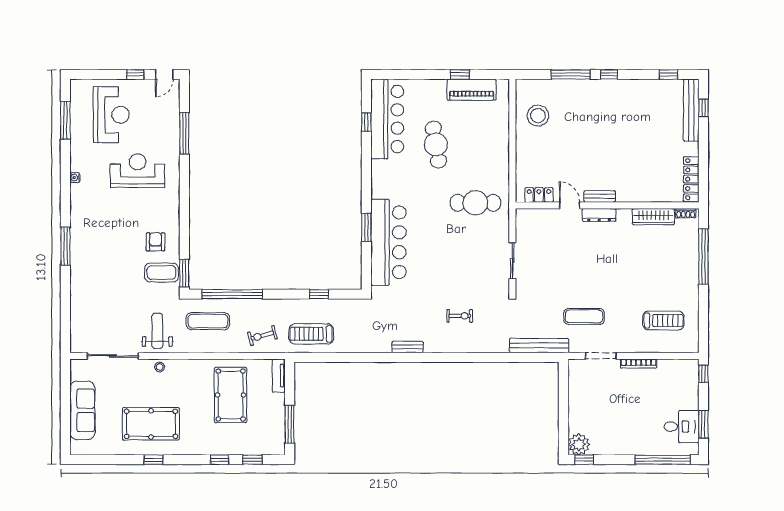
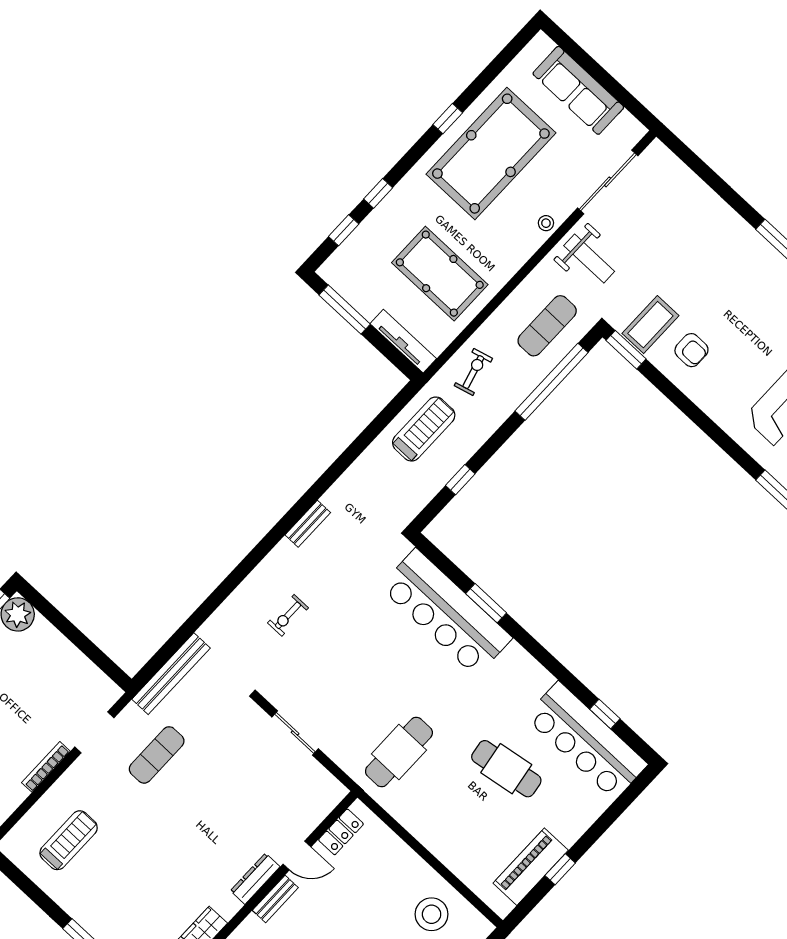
treadmill: (663, 320) -> (69, 840), turned 180
tv unit: (279, 376) -> (403, 341), width x1.41
pool table: (151, 424) -> (491, 154), width x1.36, depth x1.32

